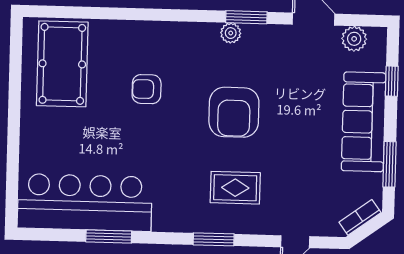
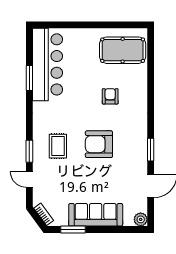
plant: (231, 33) -> (142, 141), removed
plant: (354, 39) -> (141, 219), moved
window: (392, 81) -> (118, 229), removed
window: (214, 239) -> (29, 151), moved

